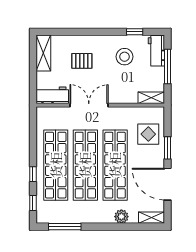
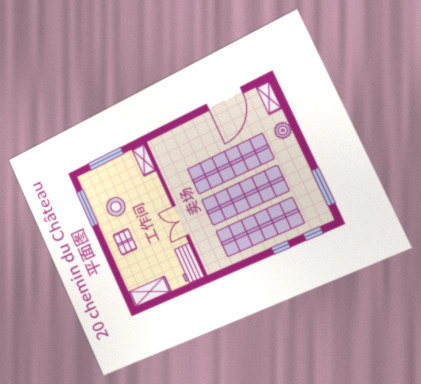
window: (135, 32) -> (87, 208), width x2.17
workbench: (156, 51) -> (96, 177), removed
pallet: (82, 61) -> (125, 242), moved
double door: (89, 105) -> (181, 221), width x0.73
display table: (148, 134) -> (182, 145), removed
window: (167, 148) -> (187, 118), removed

